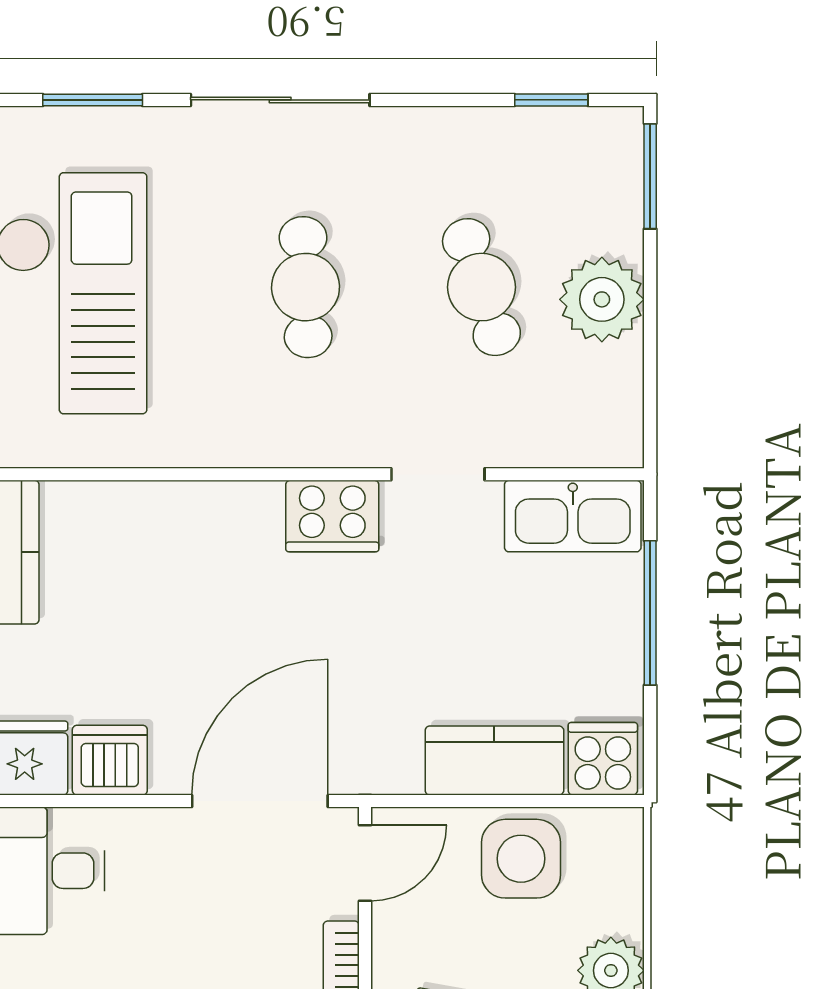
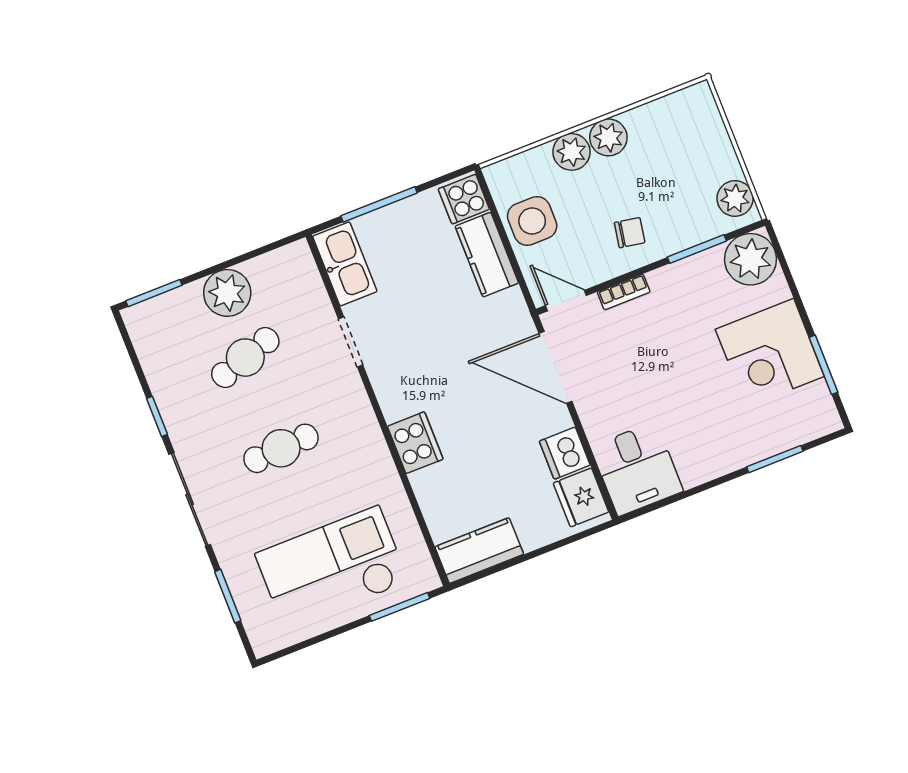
window: (551, 100) -> (157, 416), moved
cooker: (332, 516) -> (415, 443), moved

